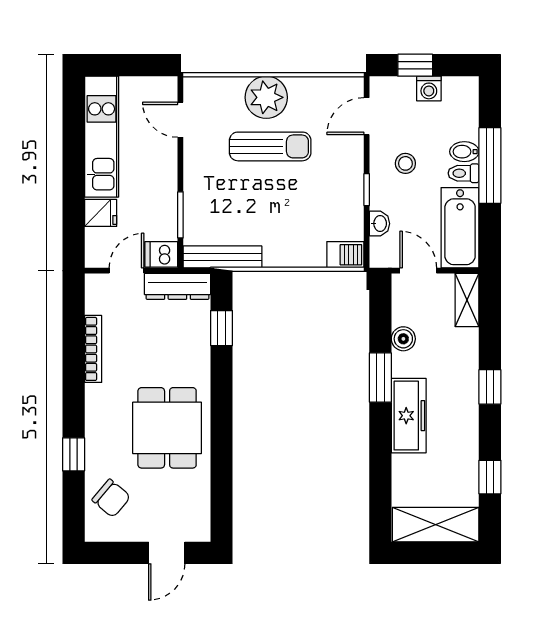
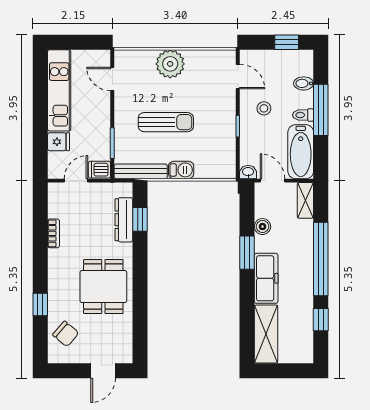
window: (415, 65) -> (287, 42), moved
washing machine: (429, 88) -> (280, 58), removed
door: (367, 116) -> (238, 77), swing flipped
sun lounger: (270, 146) -> (166, 122), moved
bidet: (464, 152) -> (304, 83), moved
washbasin: (379, 224) -> (248, 172), moved, turned -90
barbecue: (345, 255) -> (181, 170), moved
dresser: (177, 286) -> (124, 220), moved, turned 90
bookcase: (93, 349) -> (54, 233), width x0.64
window: (490, 387) -> (321, 259), width x3.17
shelving: (436, 525) -> (266, 334), moved, turned 90

